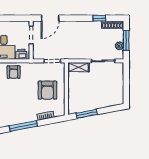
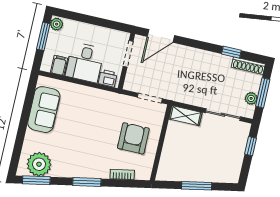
armchair: (14, 72) -> (91, 101), removed
window: (126, 78) -> (251, 146), added
armchair: (47, 90) -> (133, 138), turned 180
window: (87, 114) -> (197, 186), moved
window: (23, 126) -> (87, 182), width x0.69

